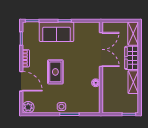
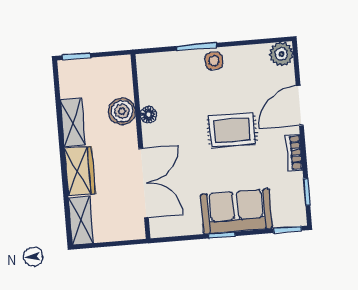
double door: (101, 49) -> (144, 183), swing flipped
rug: (55, 72) -> (232, 130), turned 90
door: (21, 81) -> (300, 105), hinge flipped
boiler: (109, 86) -> (122, 111), added

